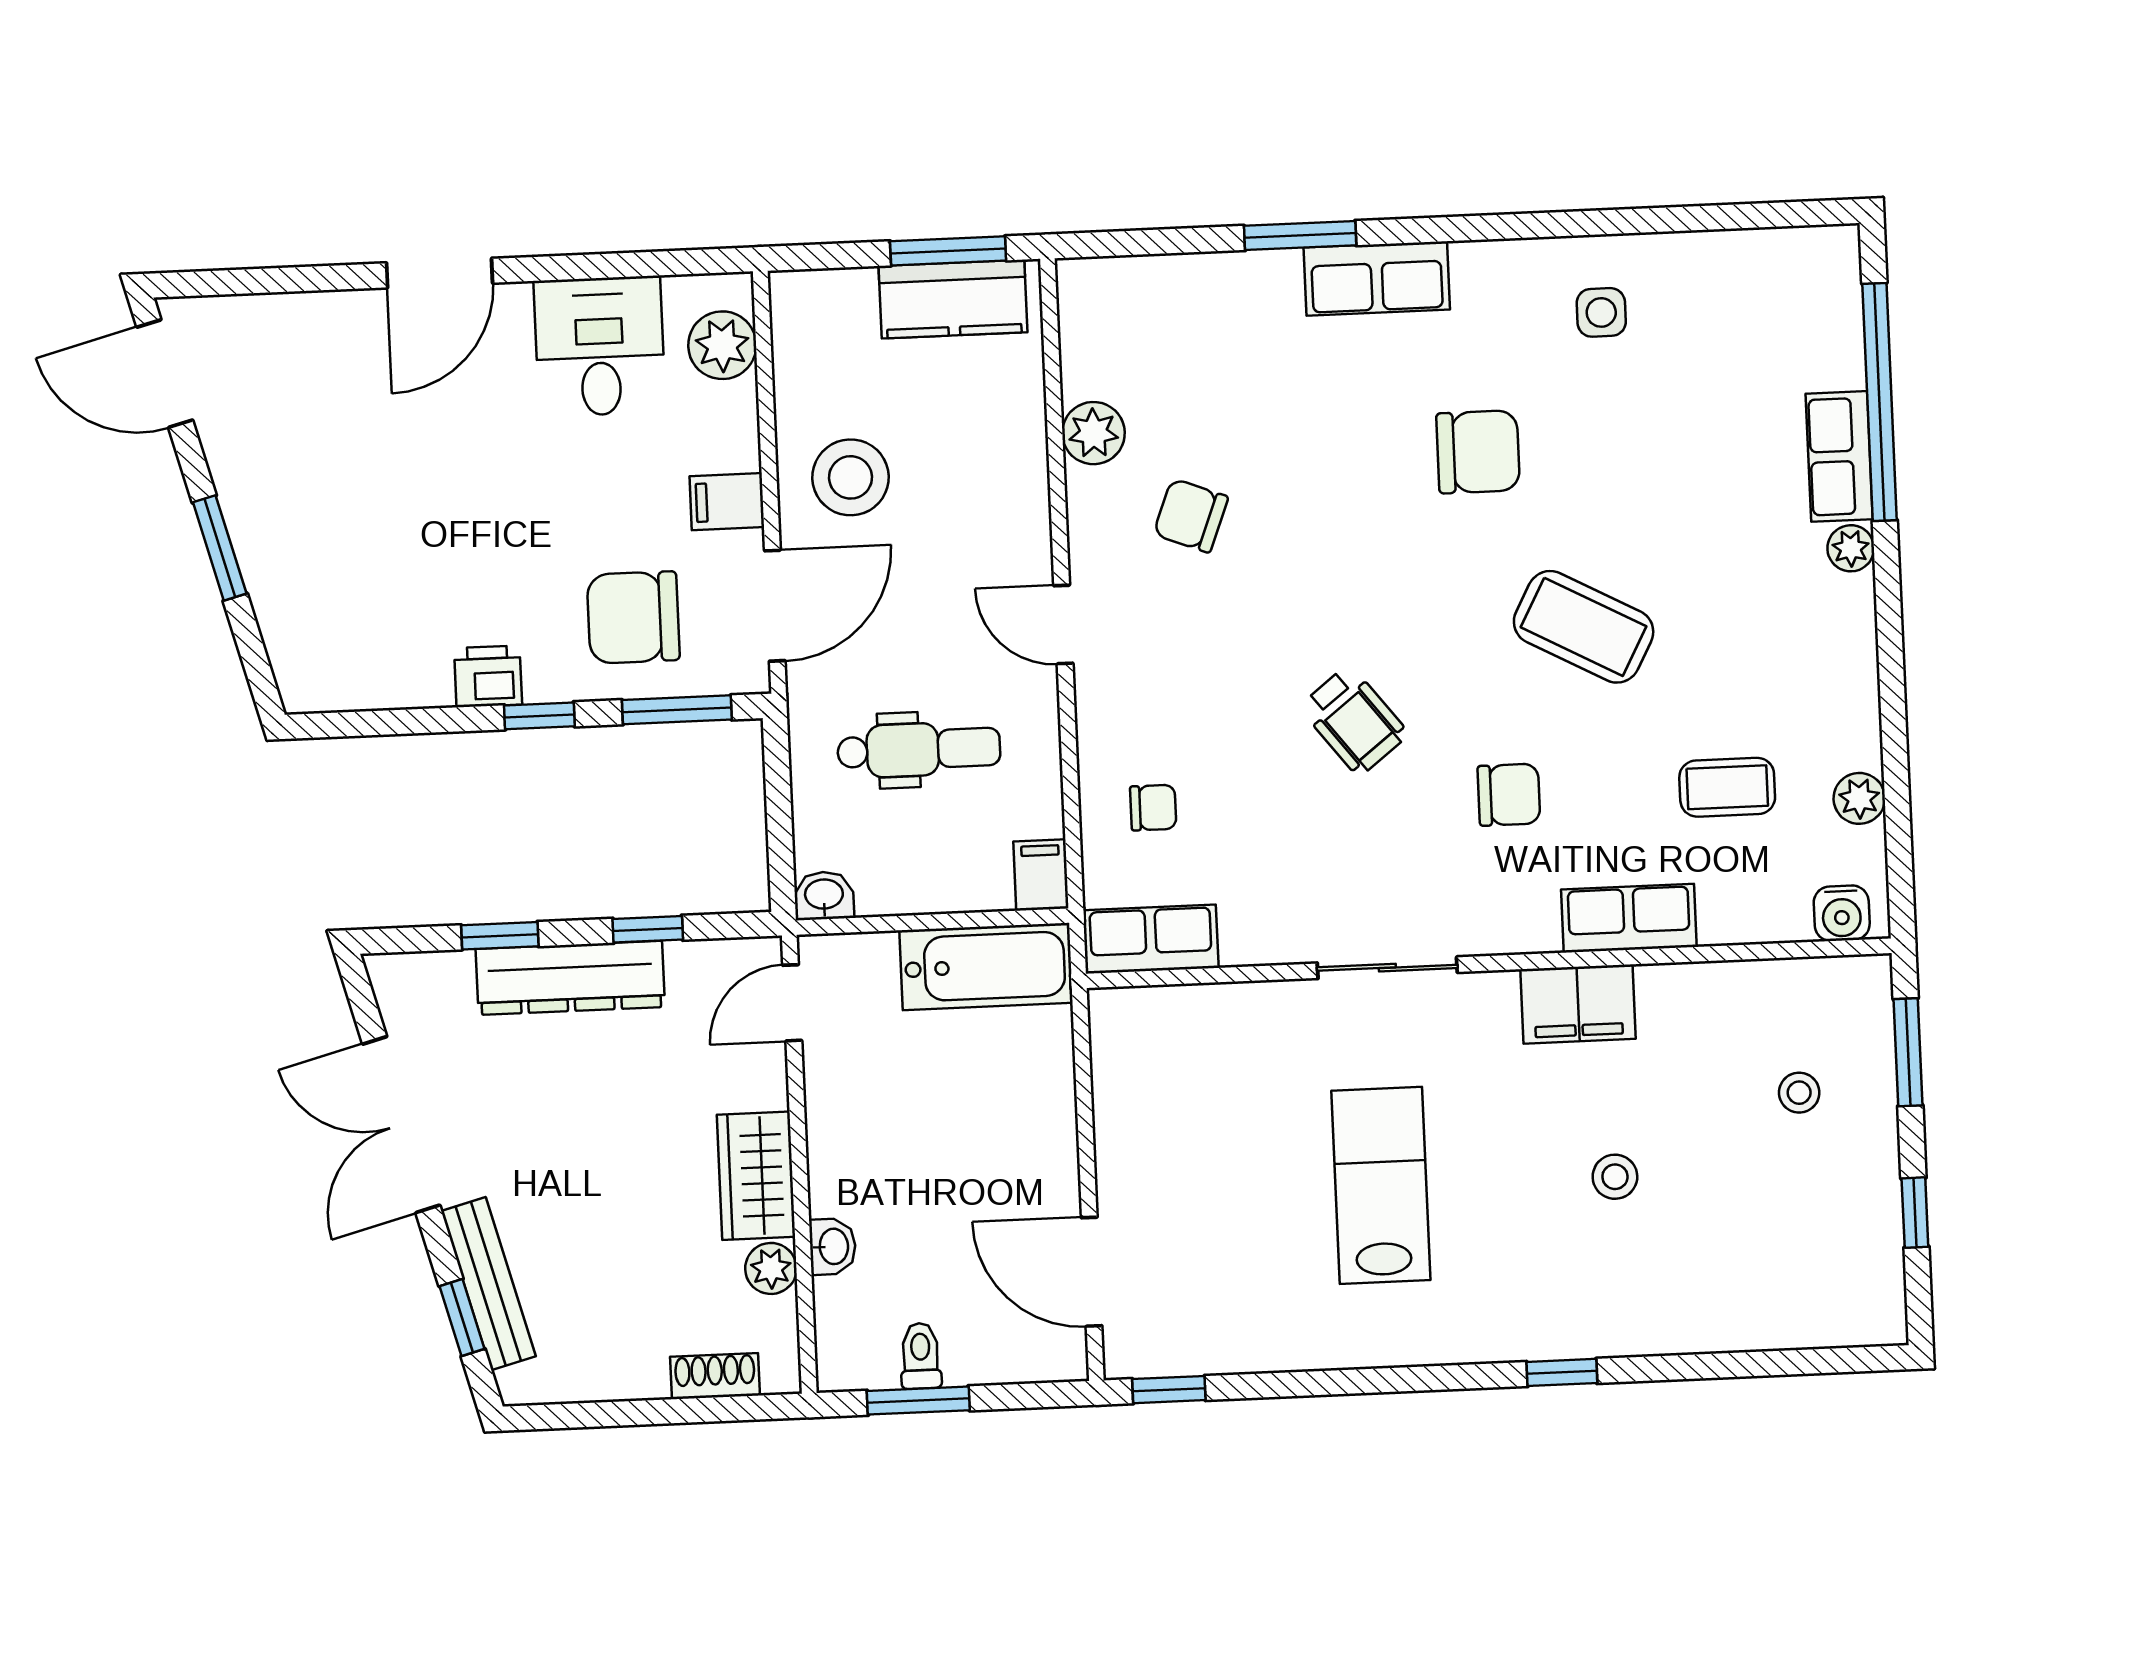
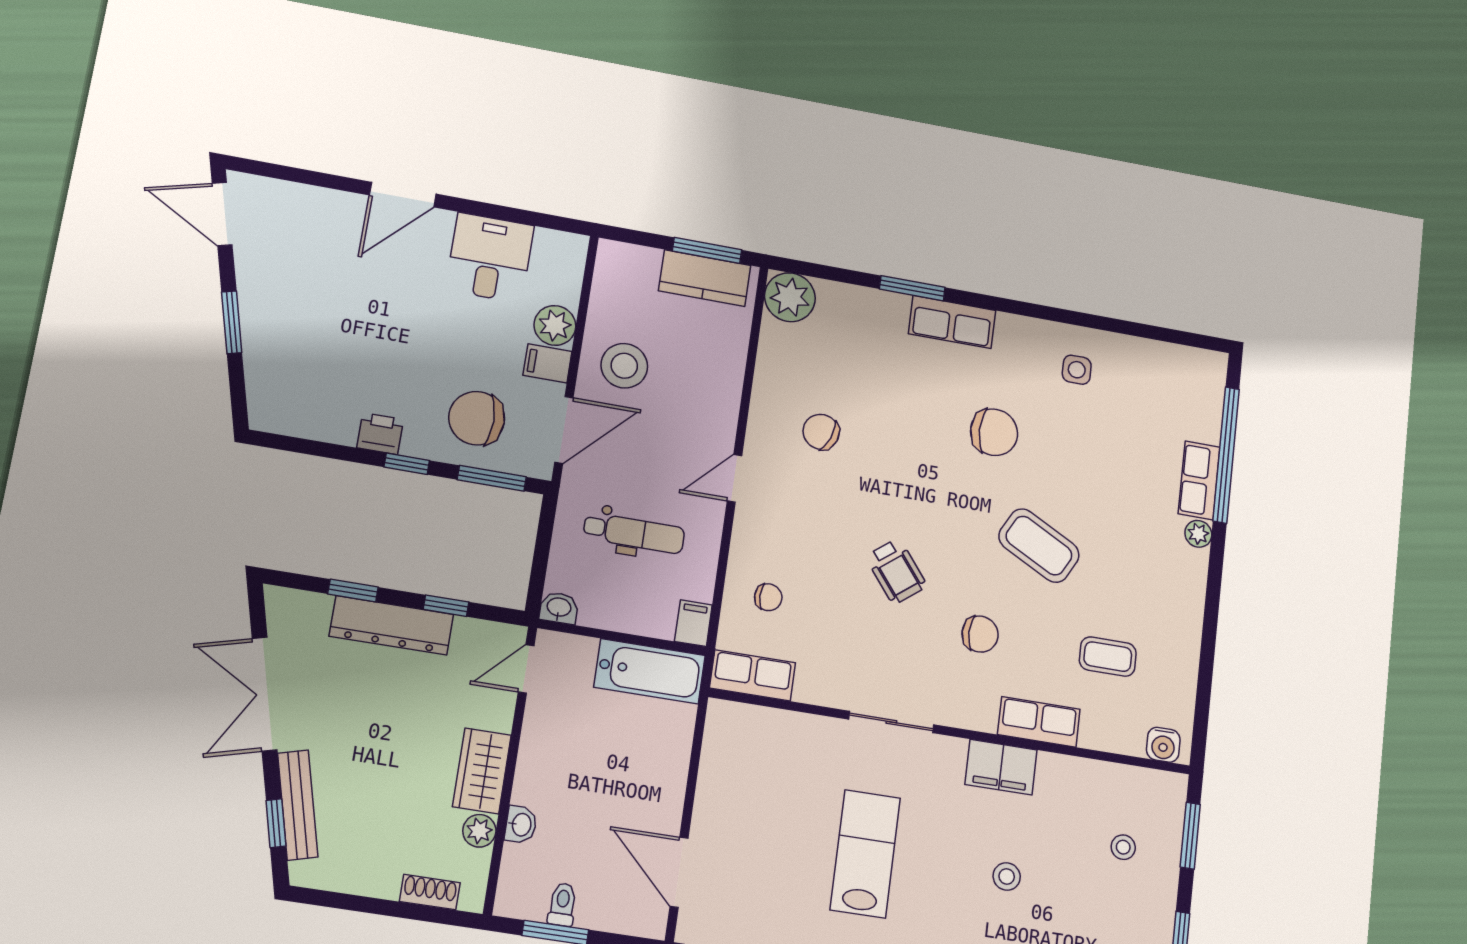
plant: (722, 345) -> (555, 325), moved
plant: (1093, 433) -> (790, 297), moved, width x1.36, depth x1.36
door: (1063, 625) -> (734, 478), hinge flipped
plant: (1859, 798) -> (1183, 679), removed

